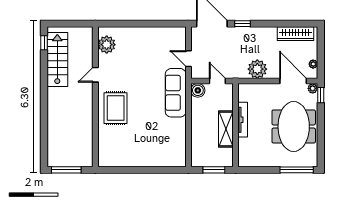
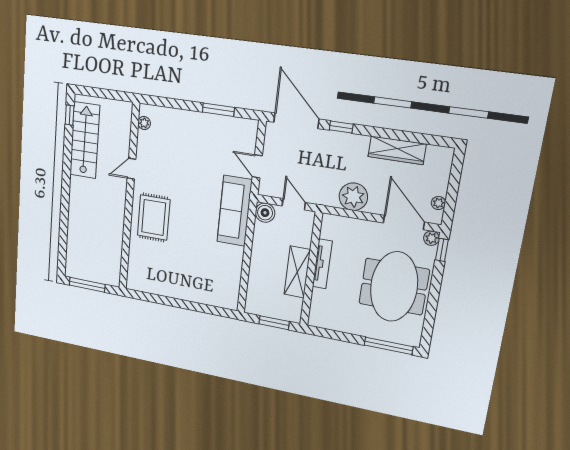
window: (156, 24) -> (218, 110), added
wardrobe: (296, 34) -> (397, 150), moved
plant: (107, 45) -> (144, 123), width x0.53, depth x0.53

